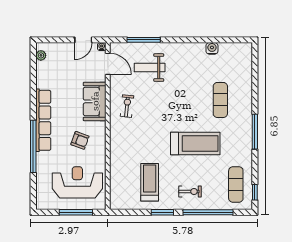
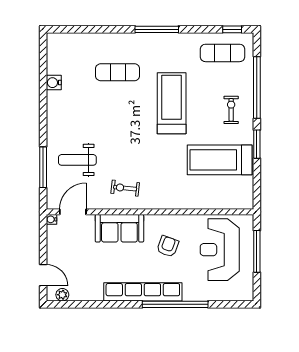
door: (83, 40) -> (43, 275), moved
weight bench: (150, 68) -> (77, 160), turned 90
treadmill: (150, 182) -> (220, 160), width x1.37, depth x1.38

